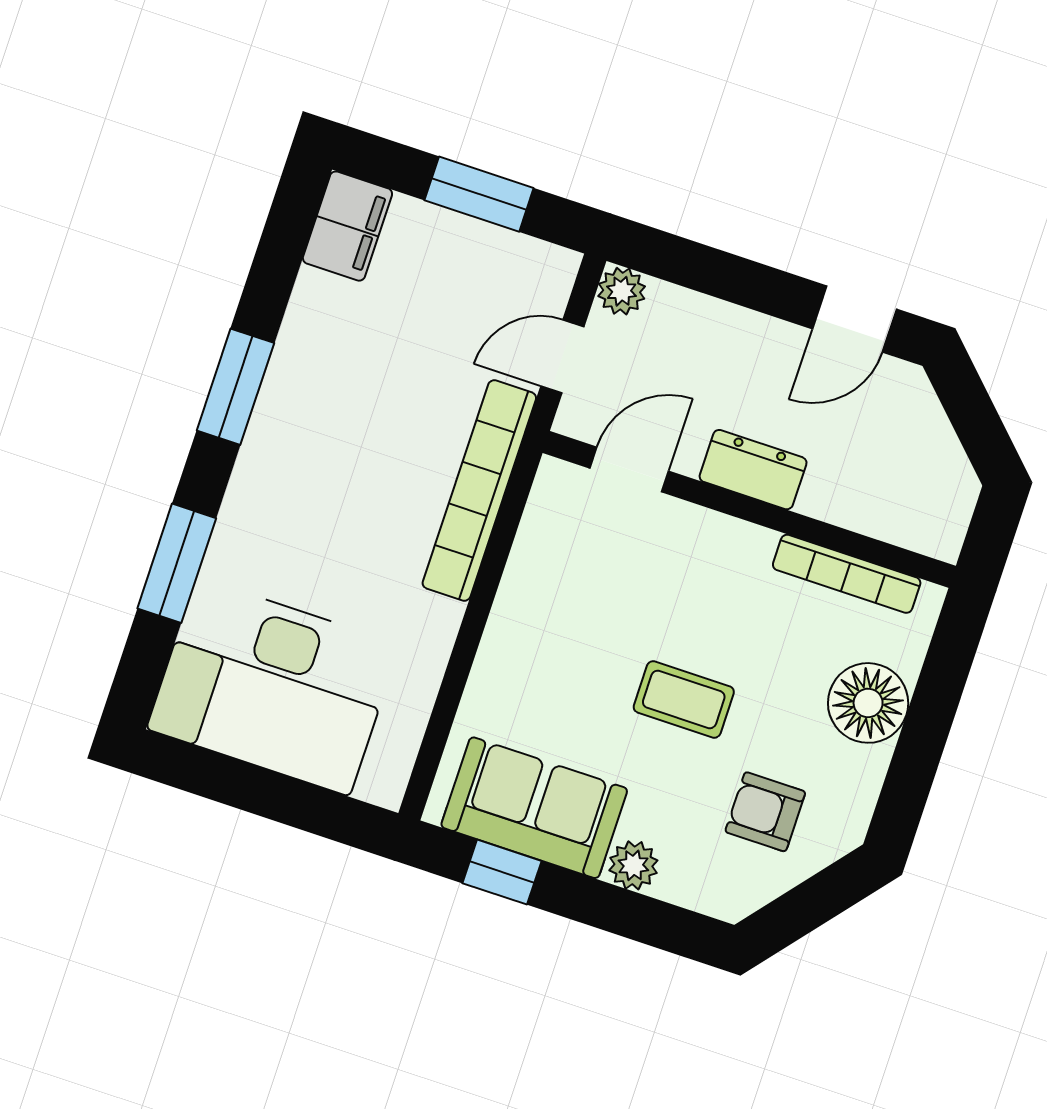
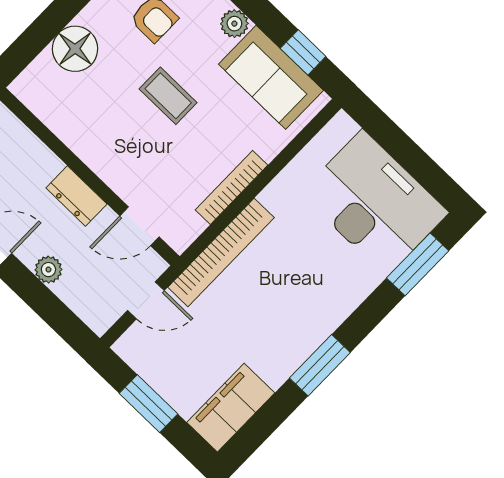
filing cabinet: (347, 226) -> (231, 408), width x1.50, depth x1.17
plant: (622, 291) -> (48, 270), moved
window: (177, 563) -> (418, 264), moved
bookcase: (847, 574) -> (231, 187), moved, turned -90

